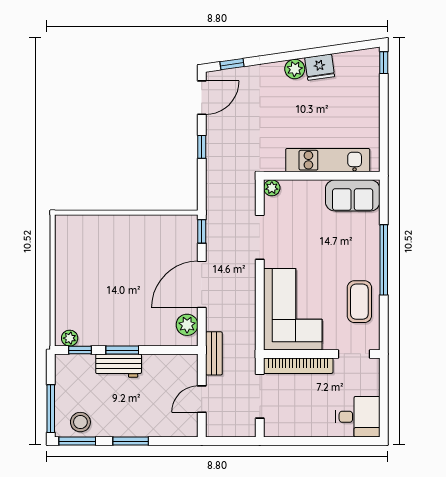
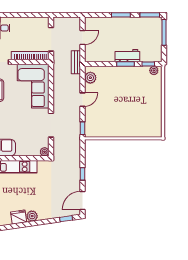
door: (202, 284) -> (82, 100), width x0.53
stool: (80, 422) -> (148, 25), removed

